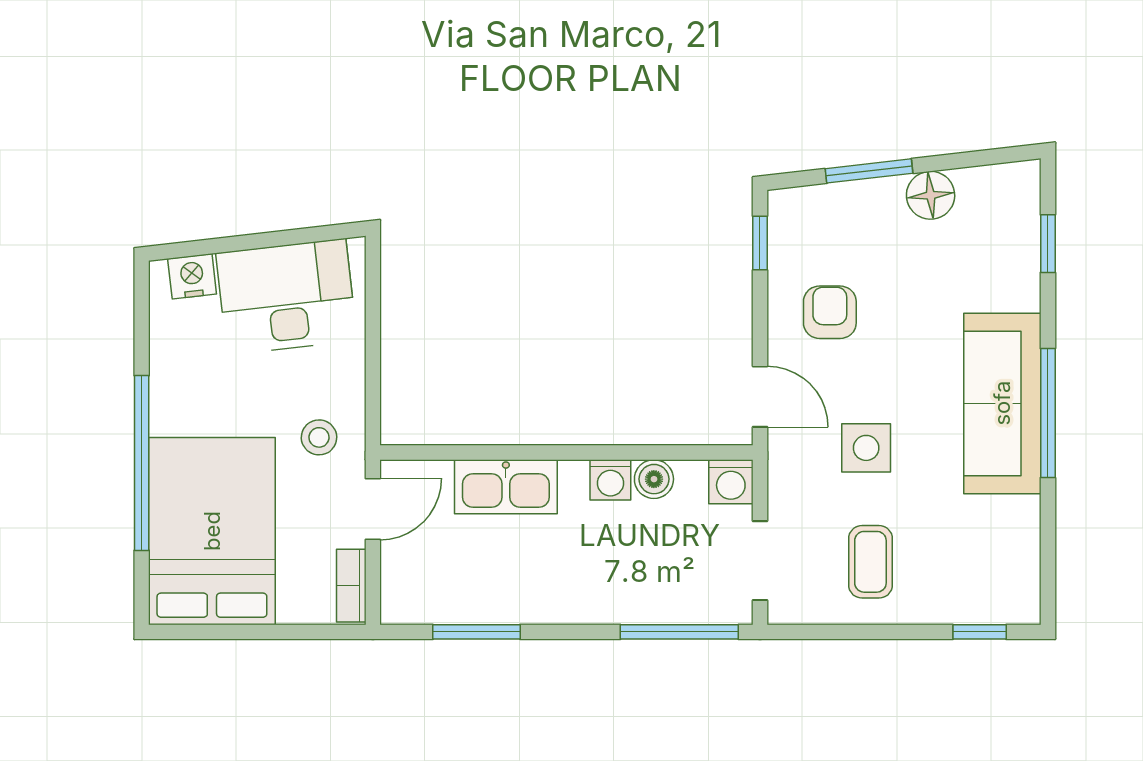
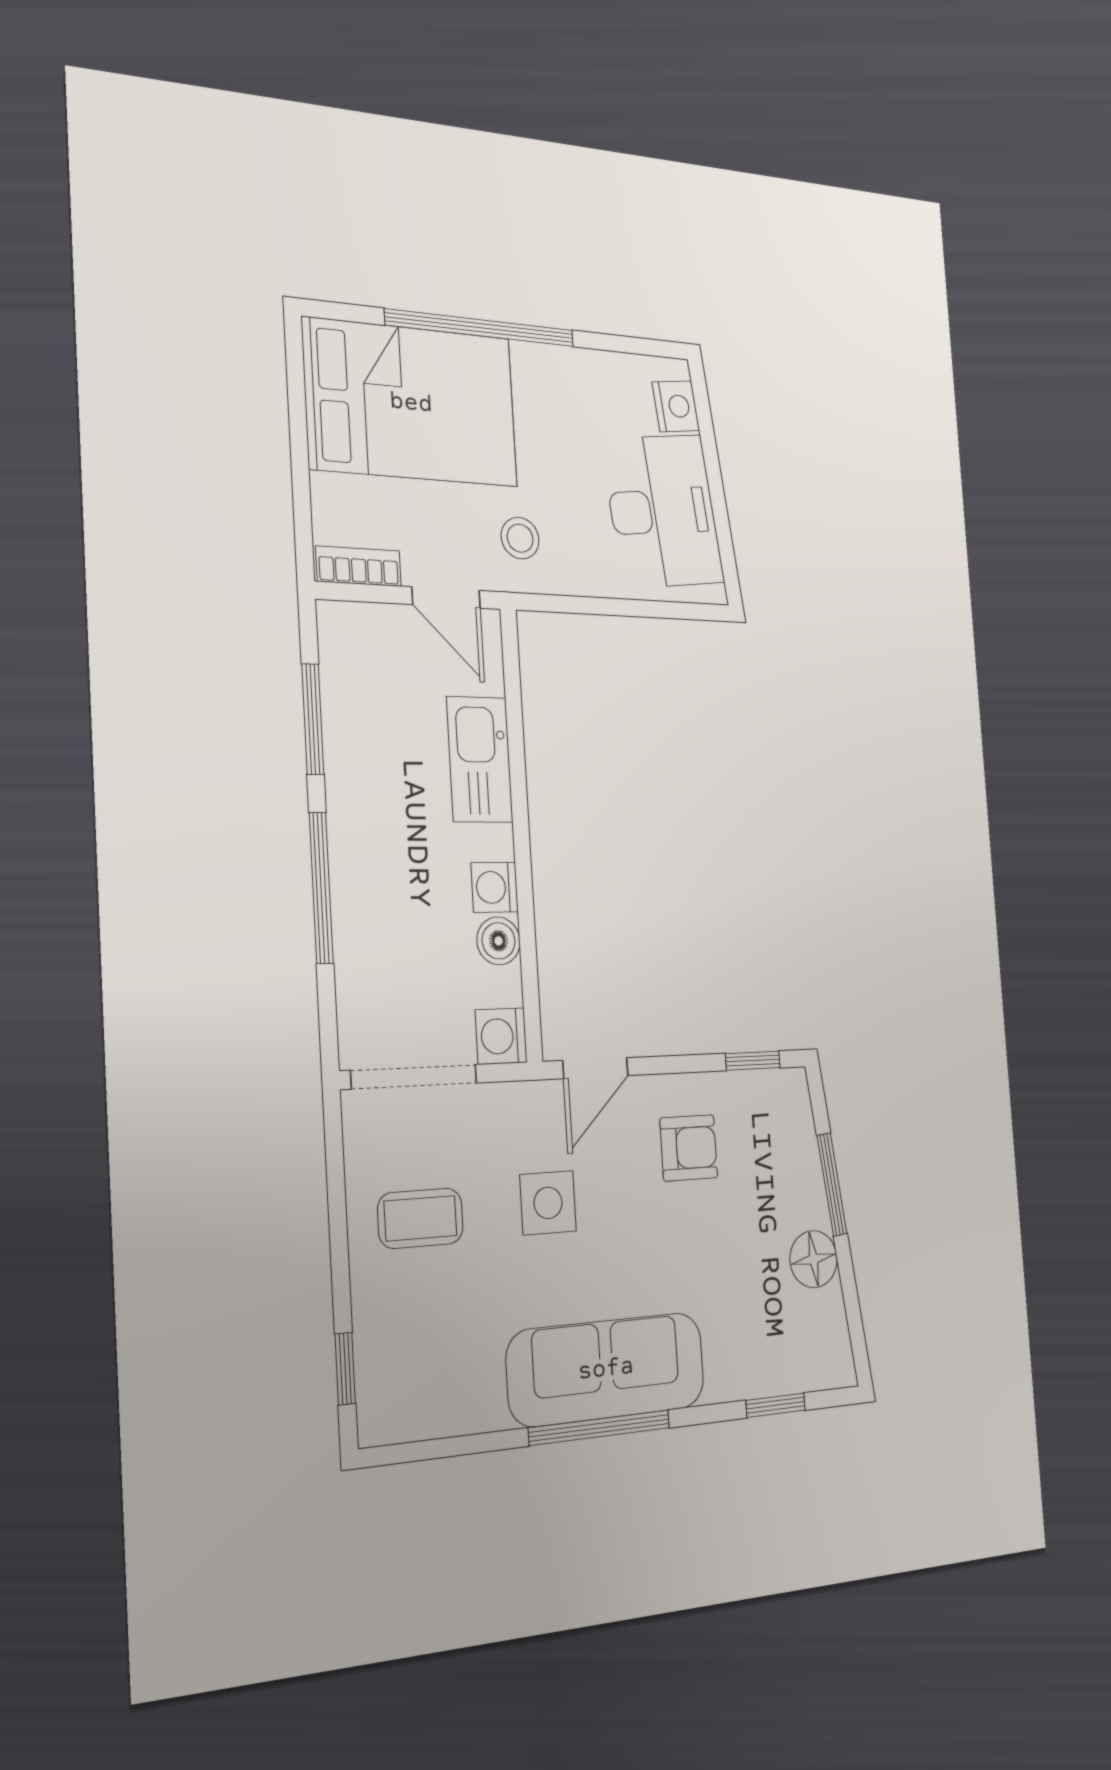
doorway: (760, 561) -> (414, 1077), width x1.38
window: (679, 632) -> (321, 888), moved

